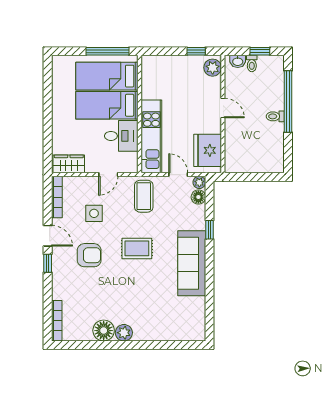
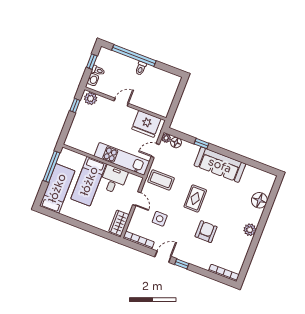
bed: (107, 76) -> (57, 188), moved, turned 180
armchair: (89, 255) -> (206, 232), moved
floor lamp: (104, 331) -> (259, 200), moved

